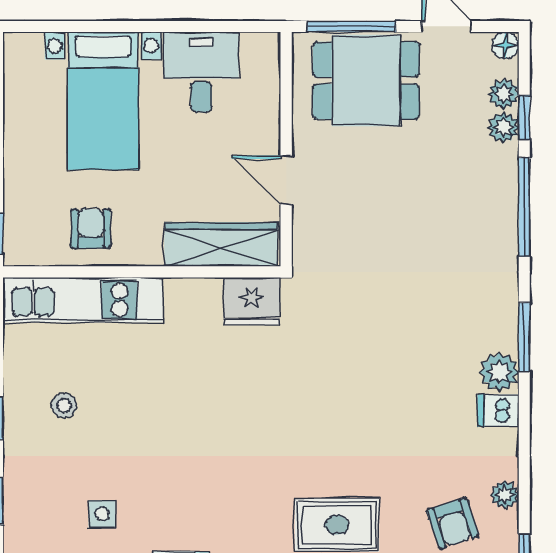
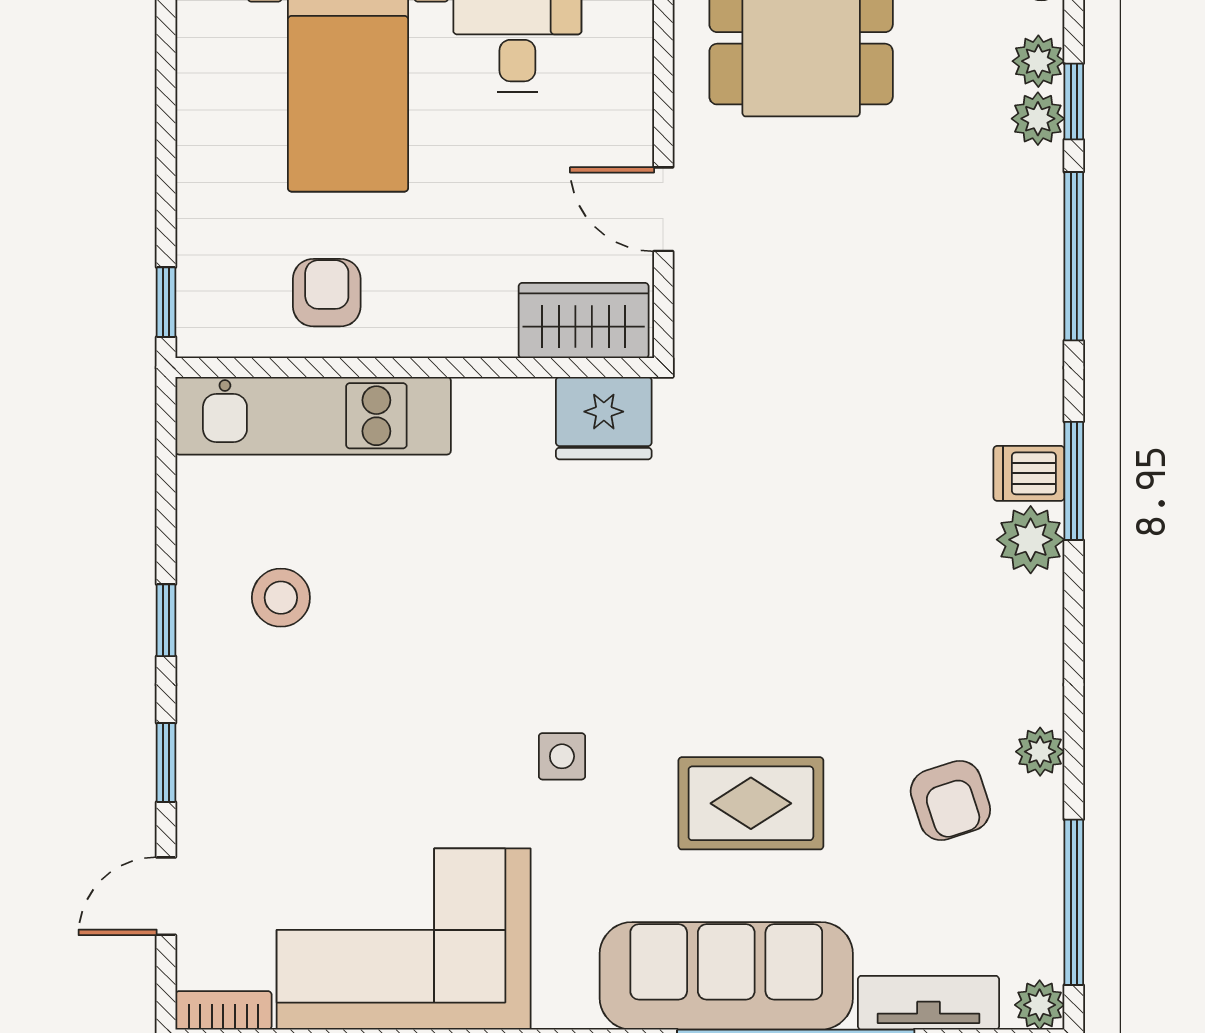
wardrobe: (221, 245) -> (584, 321), width x0.67
stool: (64, 405) -> (281, 598), width x1.37, depth x1.37
dishwasher: (498, 410) -> (1029, 473), moved
side table: (102, 514) -> (562, 756), moved

